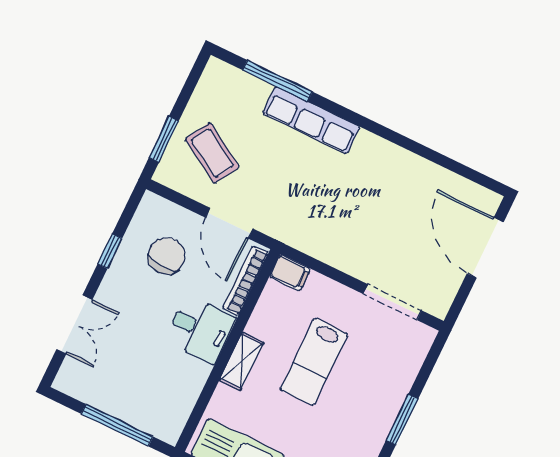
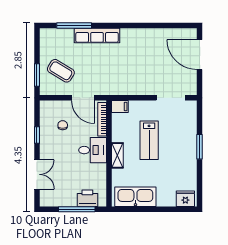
chair: (167, 256) -> (63, 125), width x0.54, depth x0.54
printer: (147, 414) -> (87, 198), added

